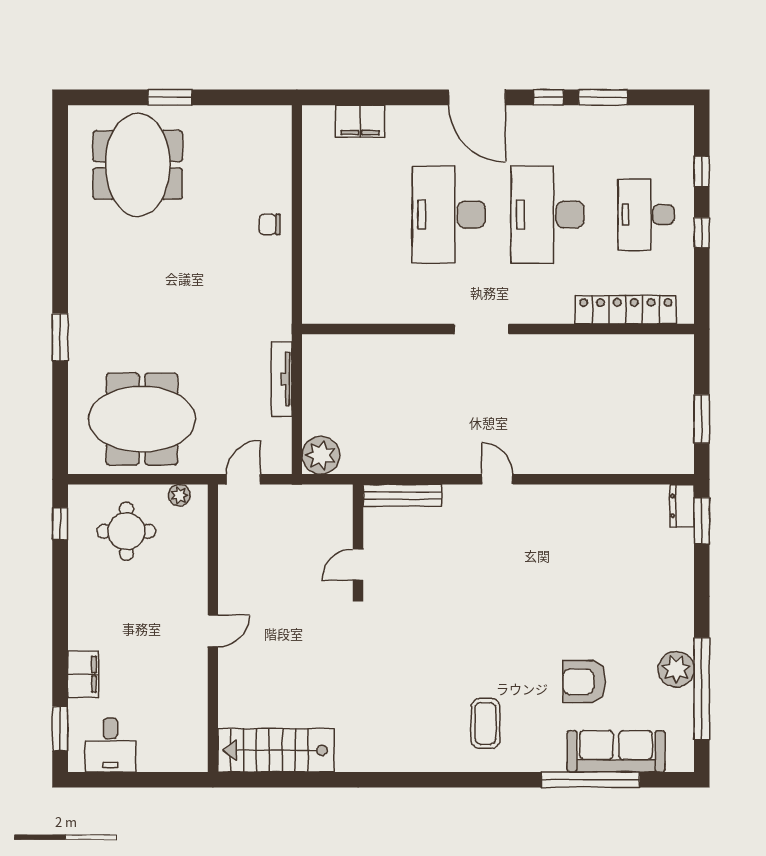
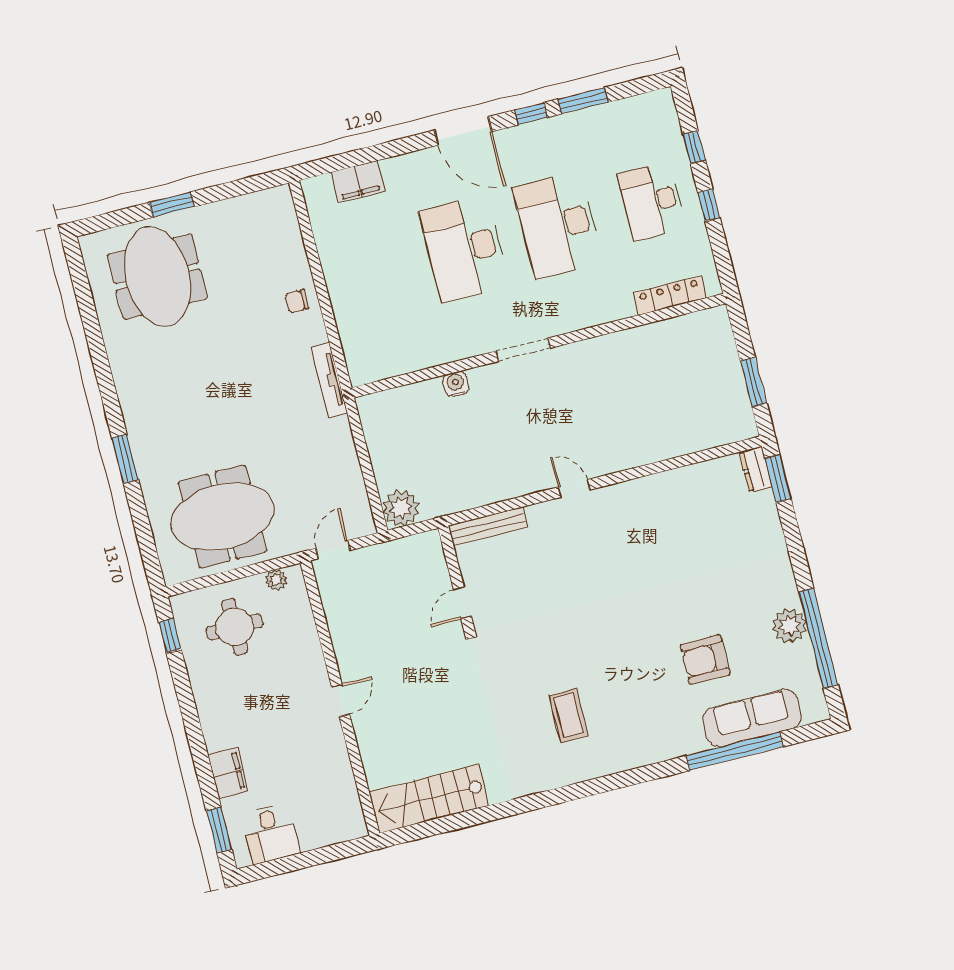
locker: (626, 310) -> (670, 295), width x0.71, depth x0.83
water cooler: (406, 346) -> (456, 384), added
tv unit: (282, 379) -> (329, 381), moved
coffee table: (485, 723) -> (569, 716), moved

